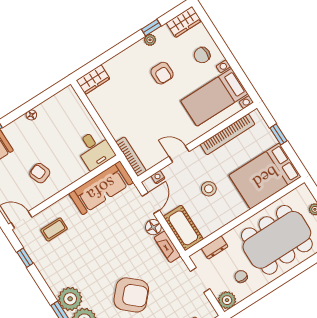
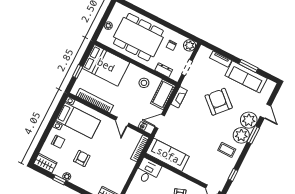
stool: (209, 189) -> (144, 83), moved
floor lamp: (153, 227) -> (173, 112), removed
coffee table: (54, 229) -> (227, 150), moved

